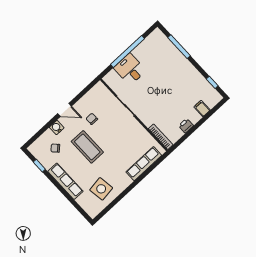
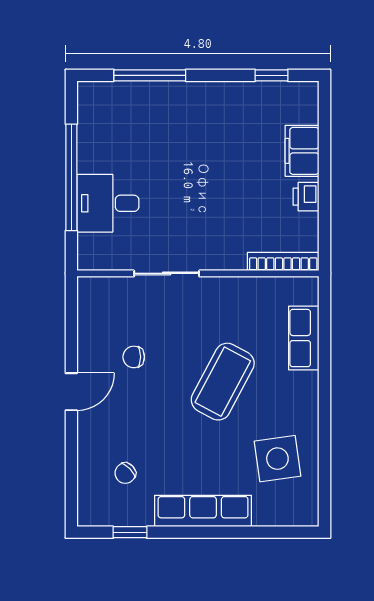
filing cabinet: (202, 109) -> (302, 151), width x2.00
water cooler: (57, 128) -> (90, 436), removed
coffee table: (87, 147) -> (223, 382), moved, turned -62
row of seats: (144, 164) -> (304, 338), width x0.68

